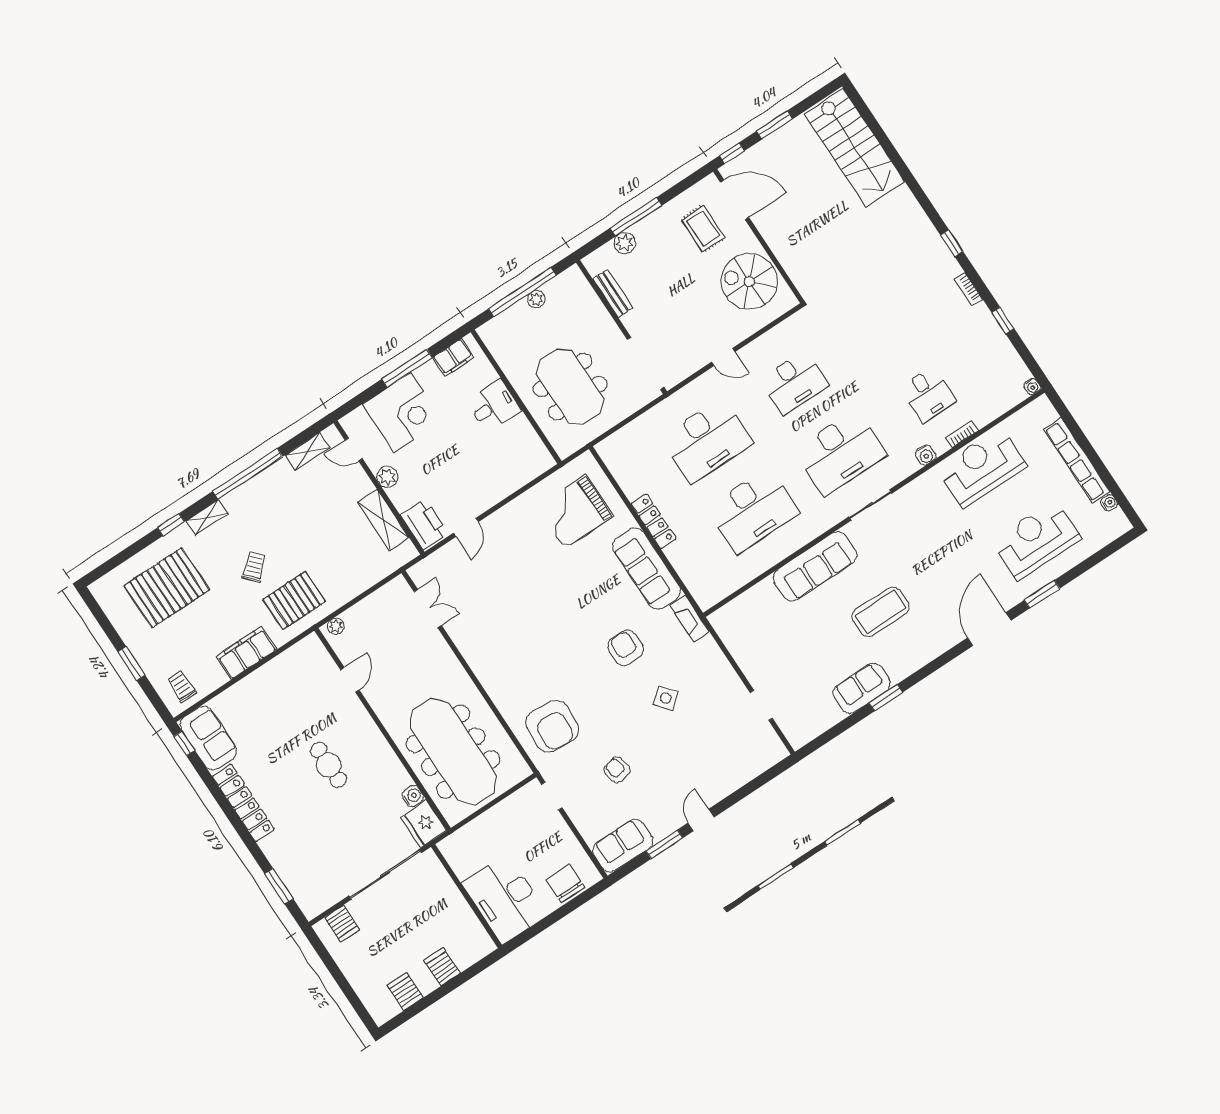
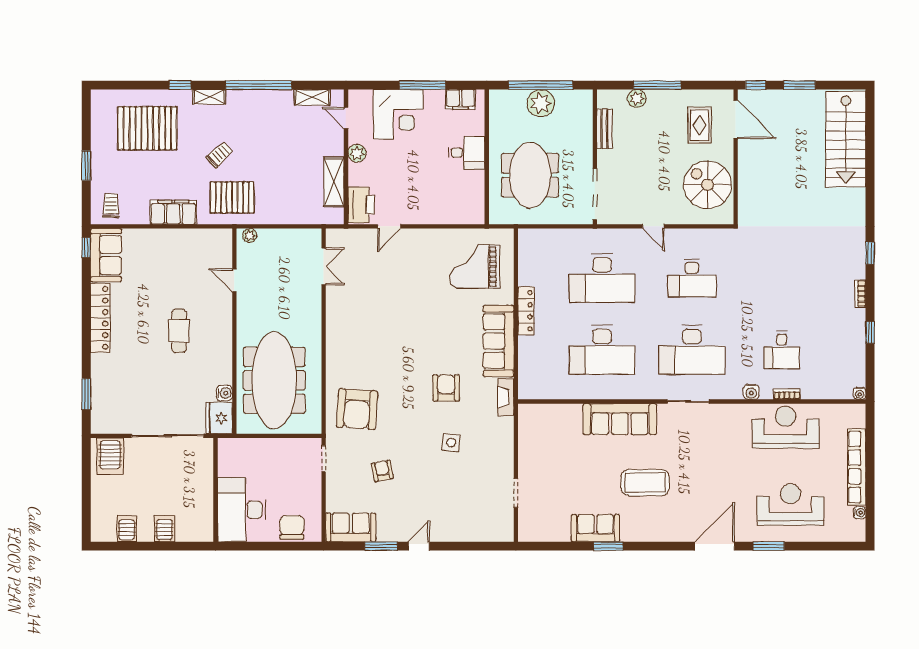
plant: (536, 299) -> (541, 103), width x1.88, depth x1.88
door: (350, 680) -> (234, 280), swing flipped
side table: (666, 698) -> (451, 443), turned 45
server rack: (342, 924) -> (110, 456), width x1.36, depth x1.44

